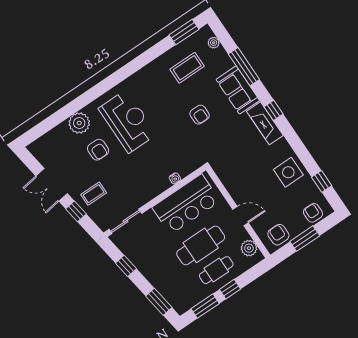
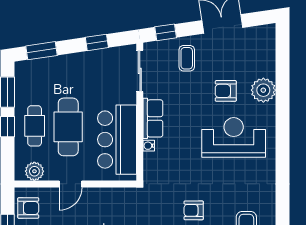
reception desk: (128, 121) -> (234, 137), turned 180
row of seats: (153, 189) -> (153, 118), added
window: (76, 211) -> (166, 32), moved

